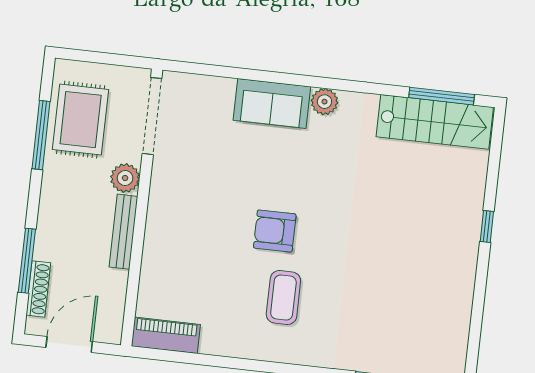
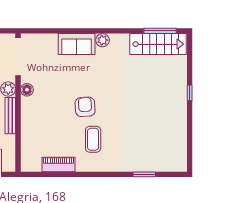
floor lamp: (162, 184) -> (27, 90), added
armchair: (275, 231) -> (85, 107), turned 86
piano: (166, 335) -> (58, 164), moved

